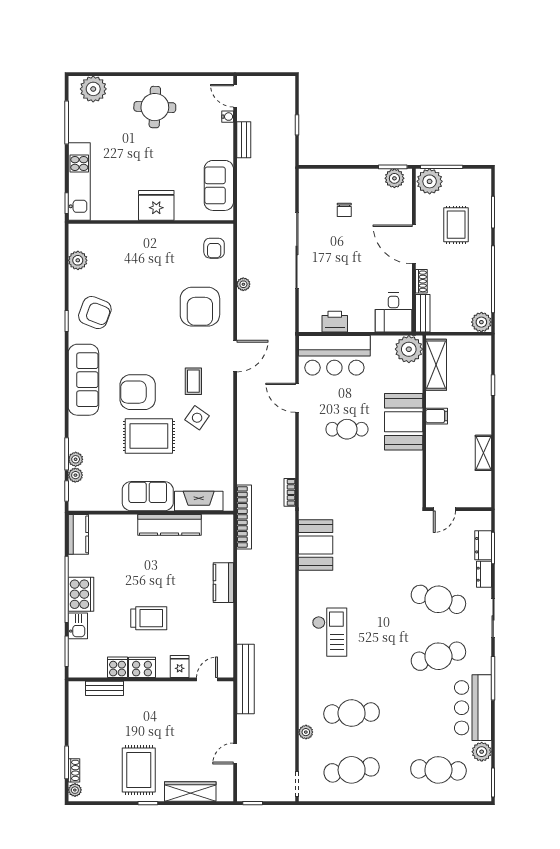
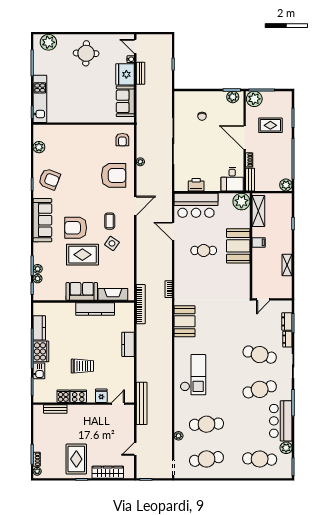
fridge: (156, 205) -> (125, 74), moved, turned -90
rug: (456, 225) -> (270, 125), turned 90
armchair: (200, 307) -> (114, 175), turned -90
kitchen counter: (78, 534) -> (39, 328), moved
checkout: (330, 632) -> (193, 375), width x1.36, depth x1.21

